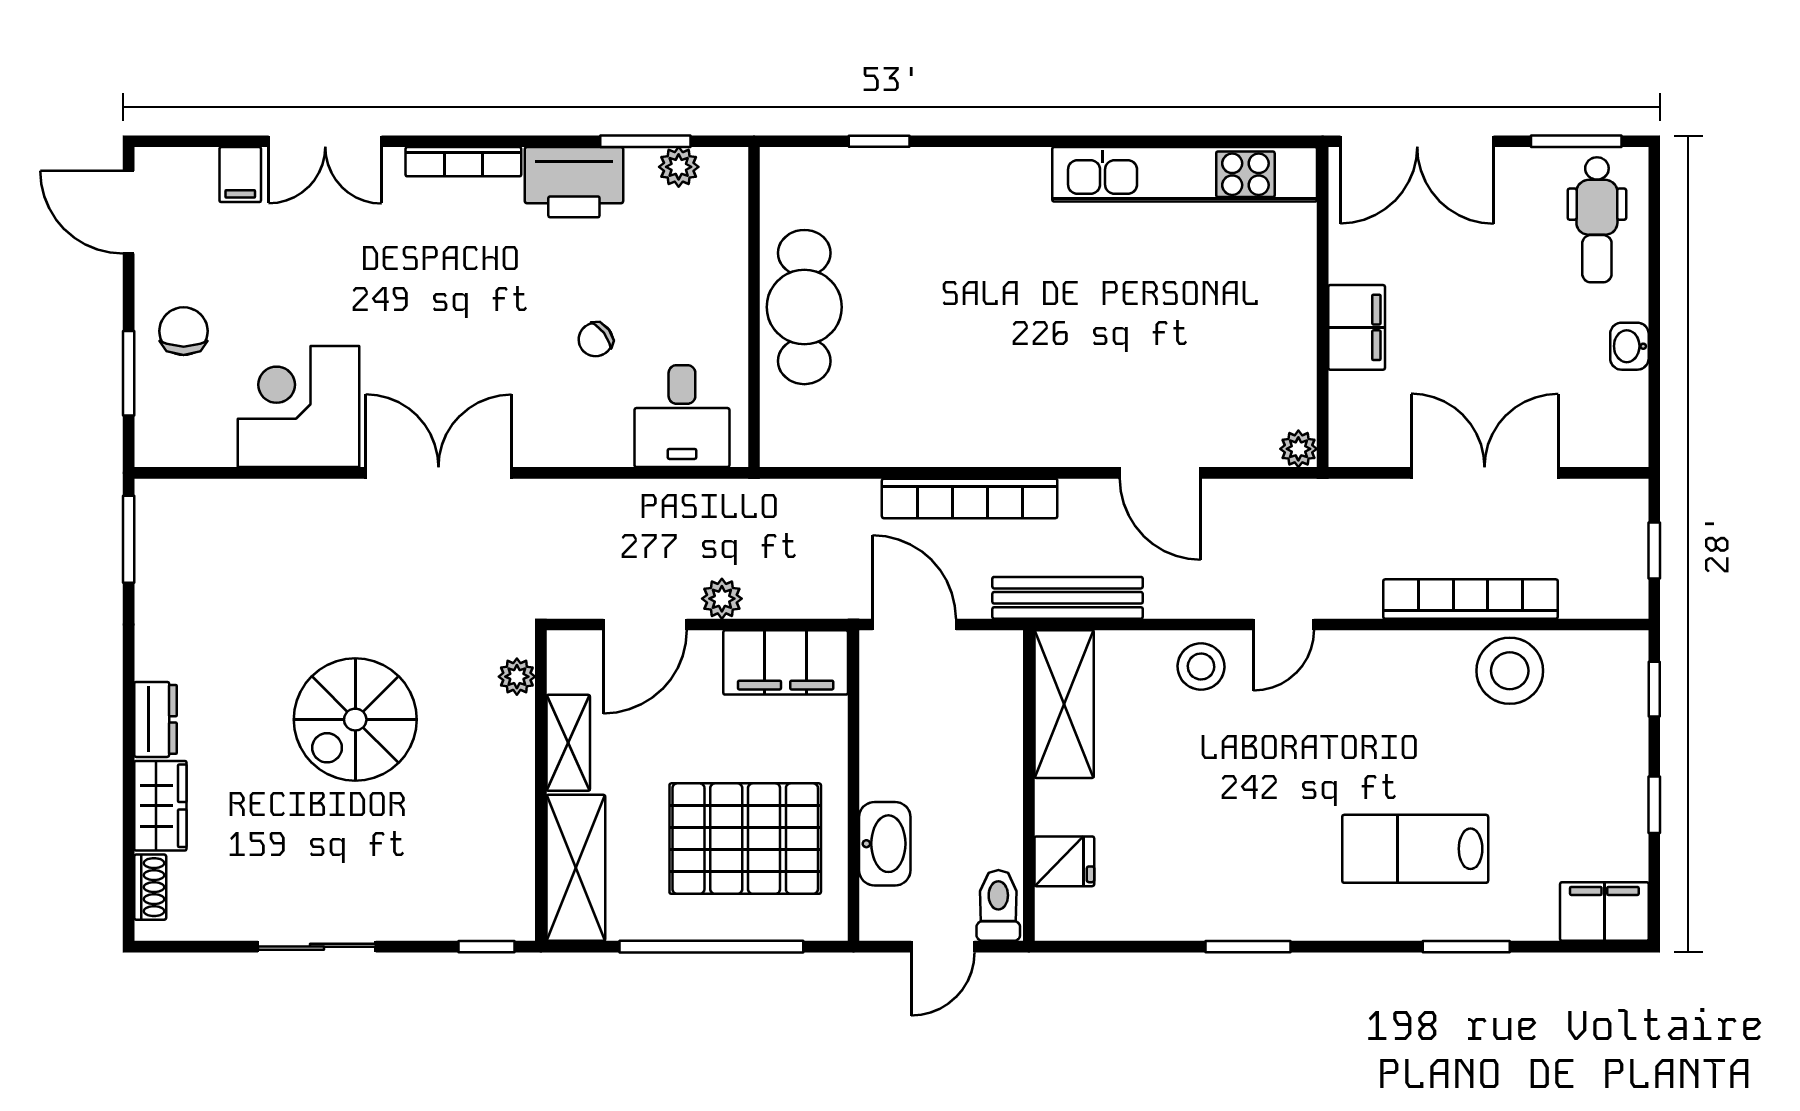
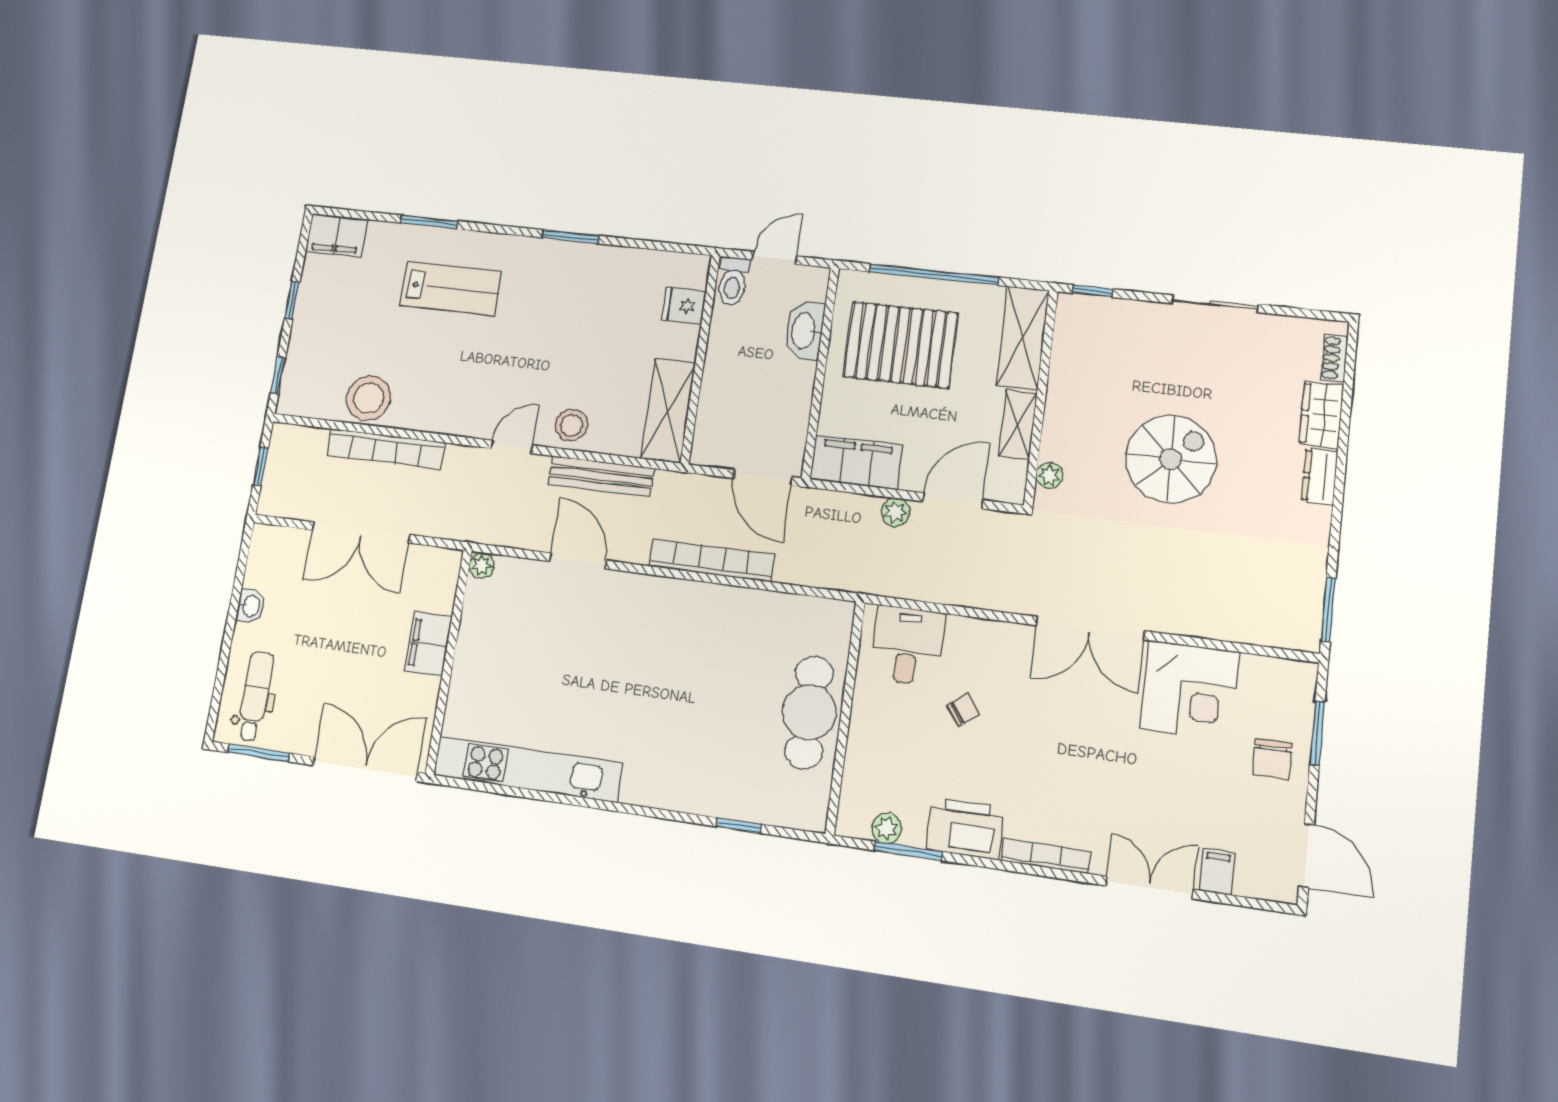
bench: (1068, 598) -> (601, 476), moved

